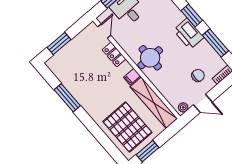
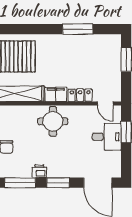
printer: (189, 34) -> (39, 171), width x0.53, depth x0.68
filing cabinet: (132, 77) -> (56, 94), width x2.00

